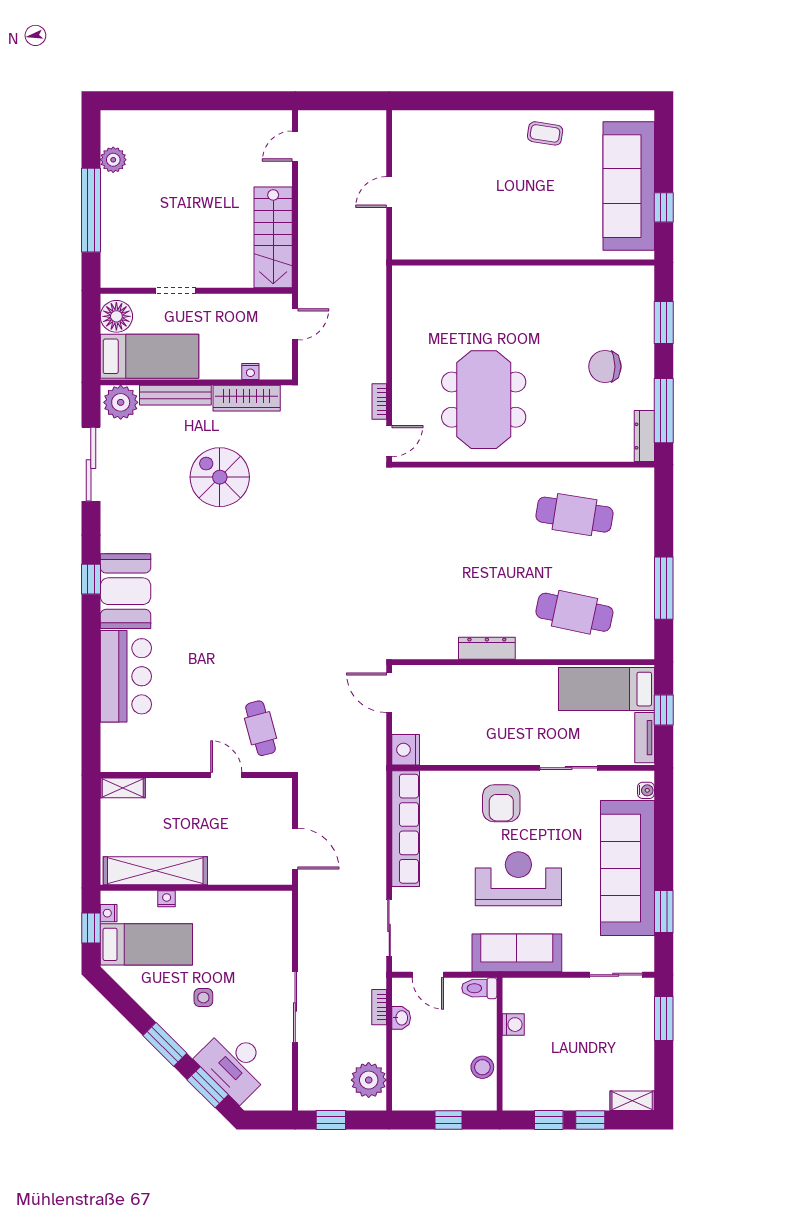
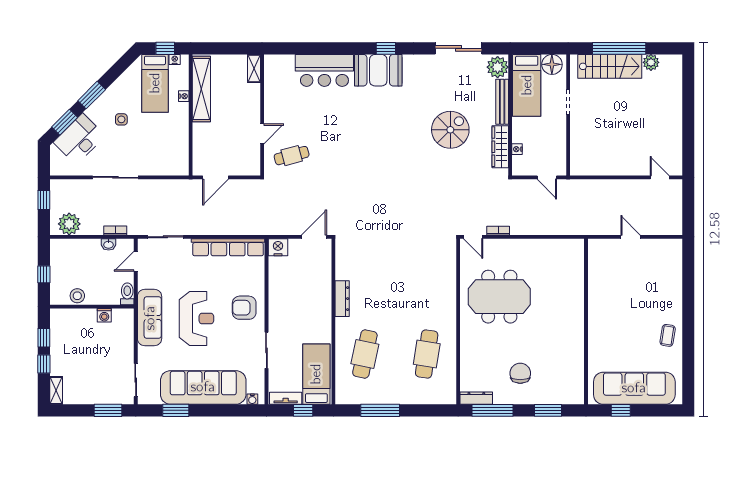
stairs: (273, 237) -> (610, 66), moved, turned 180

